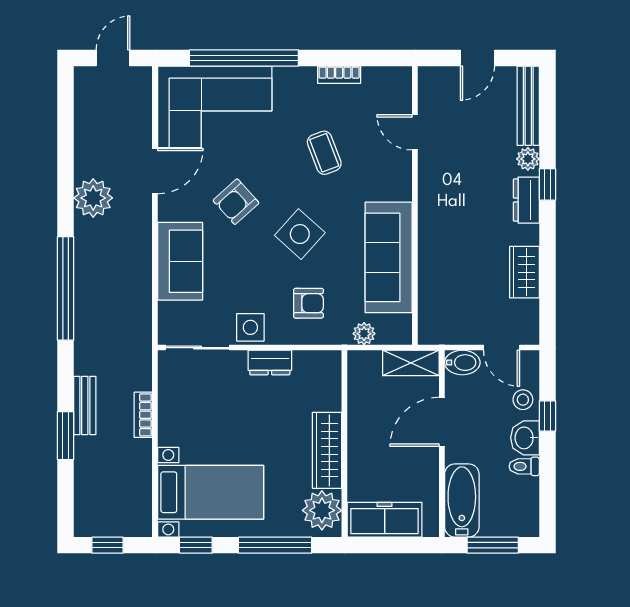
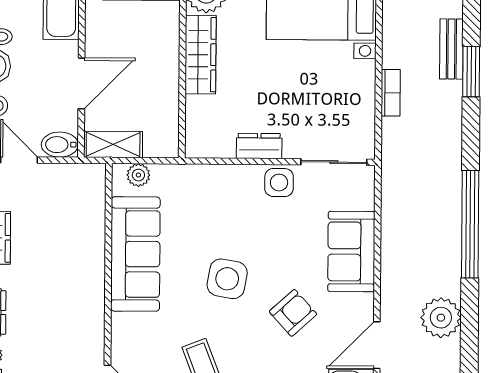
side table: (300, 234) -> (227, 279), turned -32
armchair: (308, 303) -> (219, 207), removed
plant: (364, 334) -> (138, 175), moved
bench: (85, 405) -> (451, 49), moved

